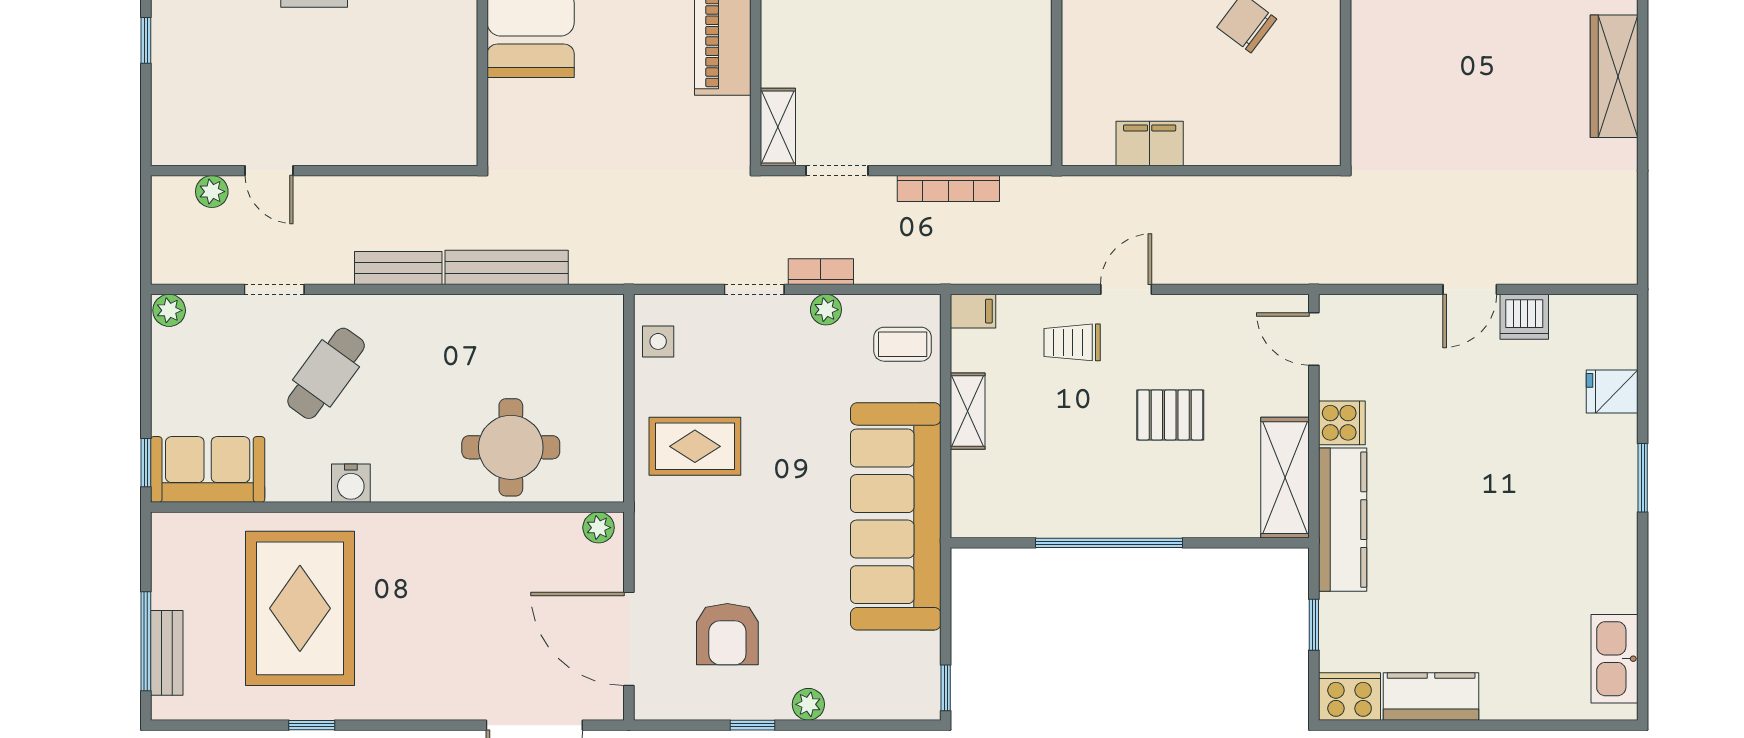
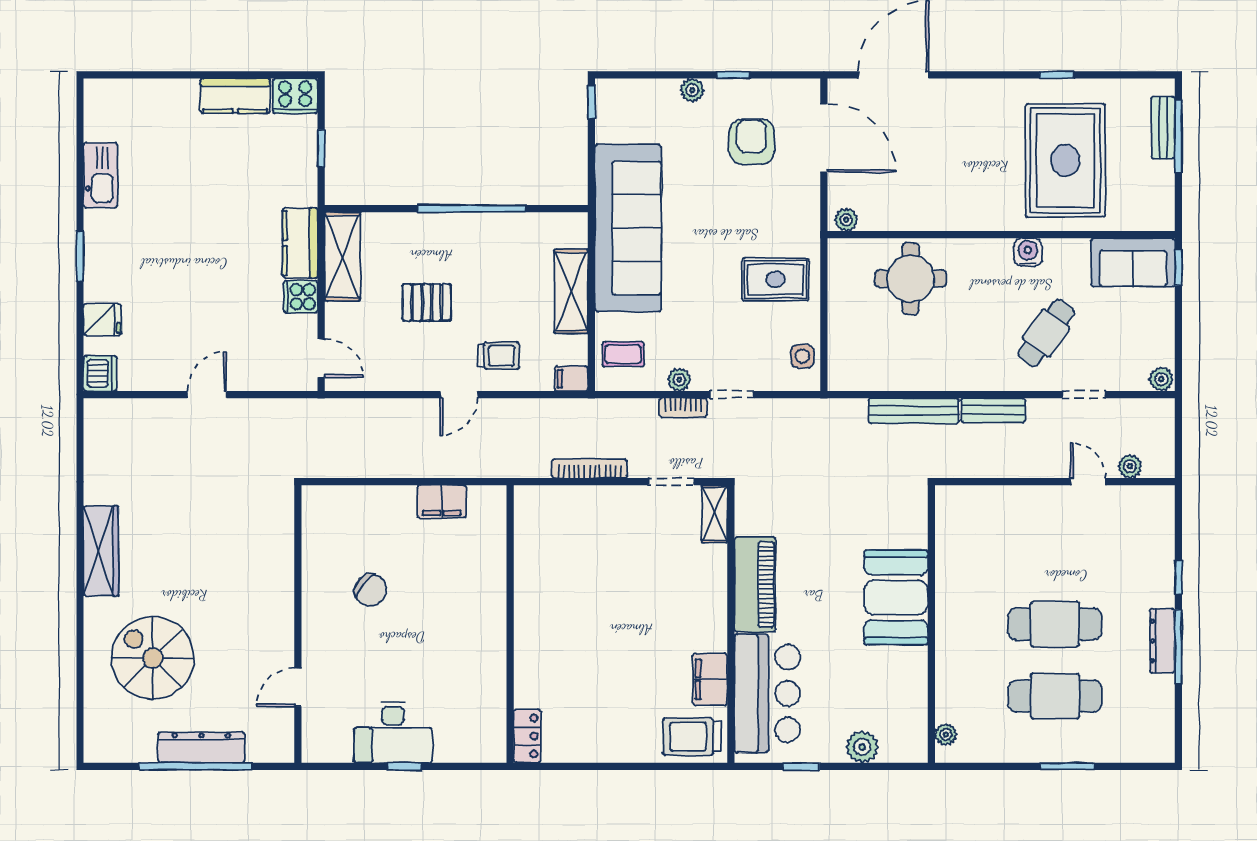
dishwasher: (1524, 317) -> (100, 373), moved, turned 90
shelving: (968, 411) -> (571, 291), width x1.50, depth x1.33
kitchen counter: (1343, 520) -> (300, 243), width x0.67
kitchen sink: (1615, 659) -> (101, 175), moved

